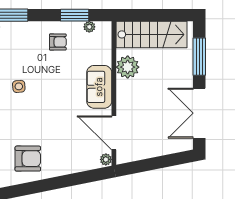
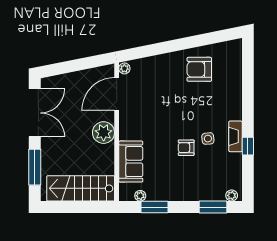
armchair: (58, 42) -> (186, 148), moved
plant: (128, 67) -> (104, 133), moved
sofa: (99, 87) -> (131, 162), moved
door: (114, 133) -> (117, 94), swing flipped

